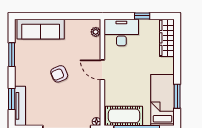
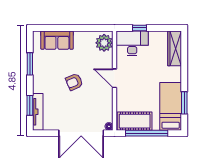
window: (142, 16) -> (139, 28), moved
sofa: (41, 29) -> (57, 40), width x0.73
plant: (96, 32) -> (104, 43), width x1.88, depth x1.88

